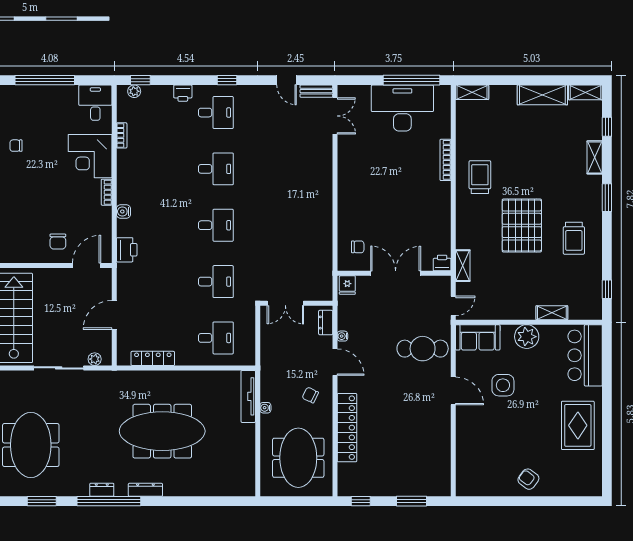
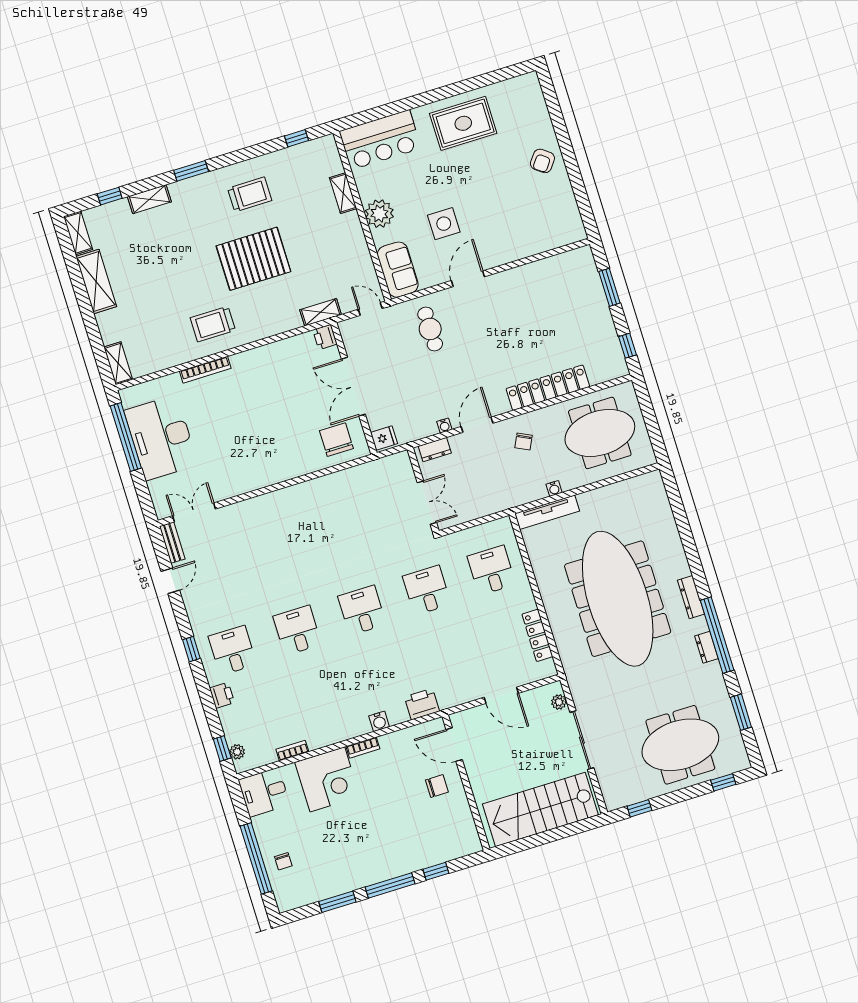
chair: (16, 146) -> (283, 861), moved
chair: (358, 247) -> (336, 440), width x1.87, depth x1.87
cafe table: (423, 349) -> (430, 329), width x0.73, depth x0.74
meeting table: (162, 431) -> (618, 599), width x1.36, depth x1.27

